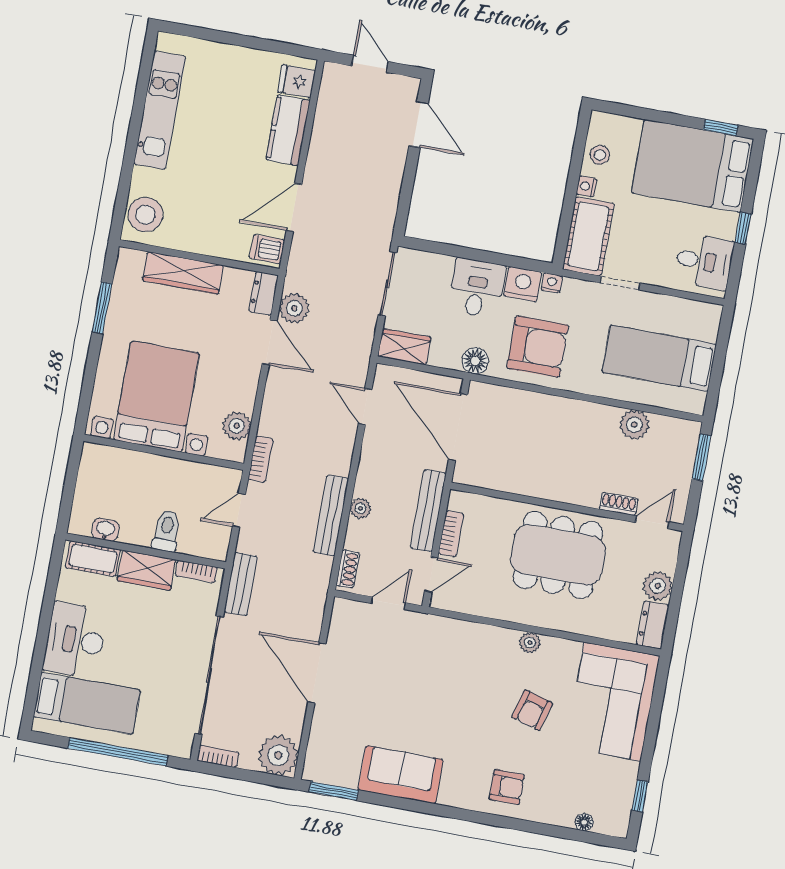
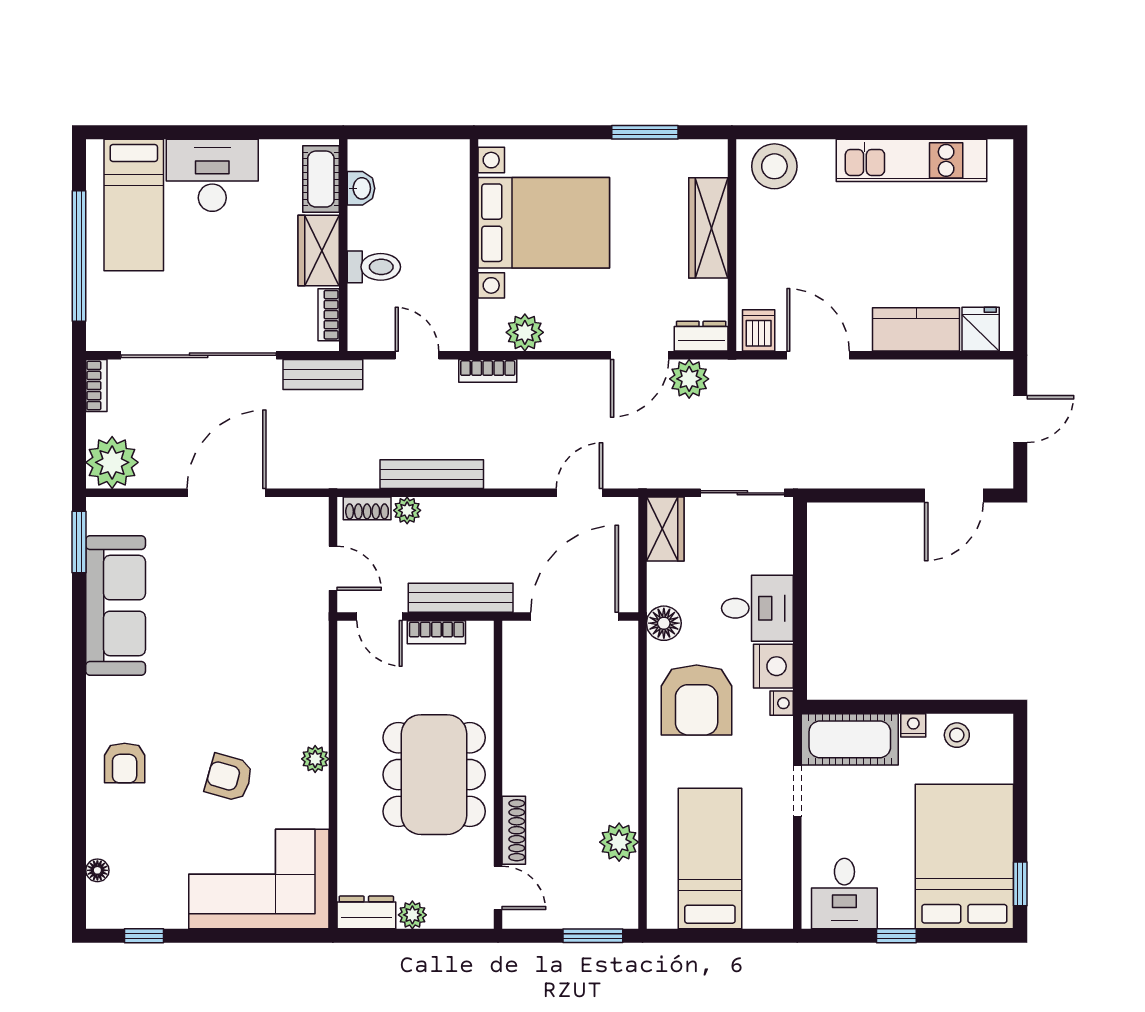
shoe rack: (619, 504) -> (514, 830), width x1.43
plant: (360, 508) -> (407, 510), moved
plant: (658, 586) -> (412, 915), width x0.73, depth x0.73
sofa: (401, 775) -> (116, 606), width x1.36

